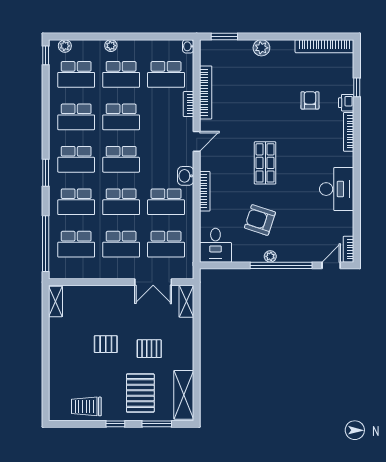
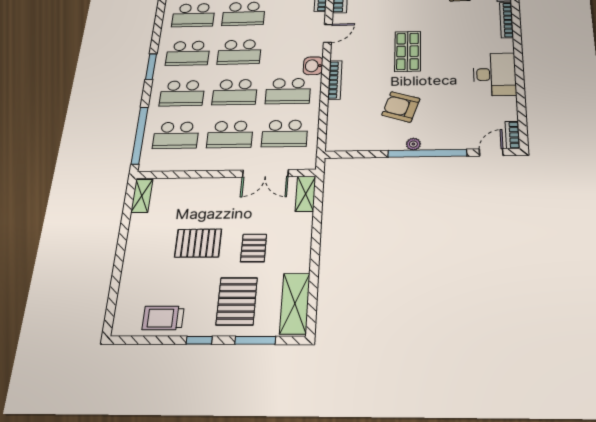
desk: (215, 245) -> (345, 133), removed
pallet: (106, 344) -> (198, 243), width x1.50, depth x1.42
pallet: (149, 349) -> (254, 248), turned 90

